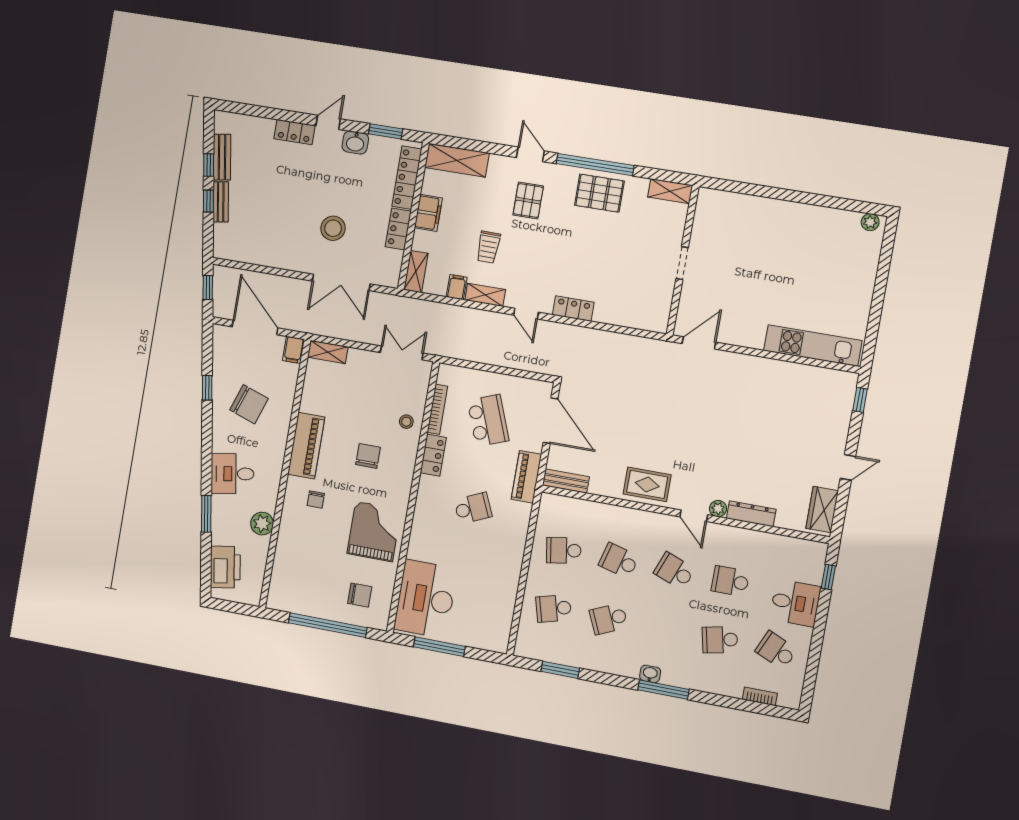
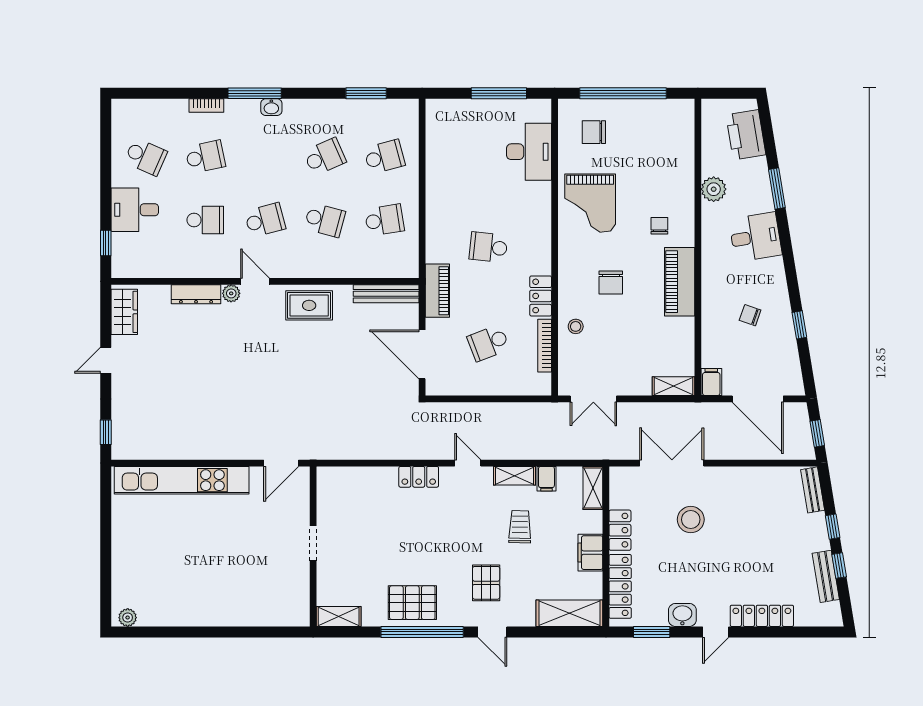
locker: (294, 132) -> (762, 616), width x1.53
bench: (221, 202) -> (813, 490), moved
kitchen unit: (813, 346) -> (182, 480), width x1.36
chair: (249, 404) -> (750, 315), width x0.54, depth x0.54
school desk: (488, 421) -> (488, 343), width x0.54
bench: (566, 481) -> (386, 294), width x1.36
school desk: (473, 508) -> (488, 247), turned 30
school desk: (674, 571) -> (265, 220), turned -36
desk: (426, 599) -> (529, 152), width x0.73, depth x0.77
bookcase: (760, 696) -> (206, 106), moved

